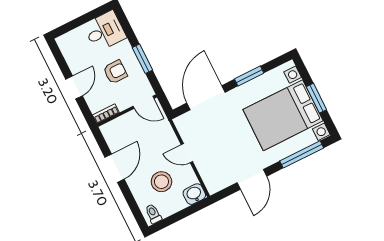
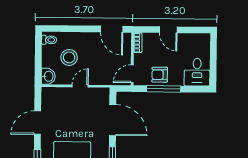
window: (142, 59) -> (164, 89), width x1.44
armchair: (115, 72) -> (160, 75), moved, turned 90
door: (115, 168) -> (112, 29), moved
door: (252, 179) -> (38, 123), hinge flipped

